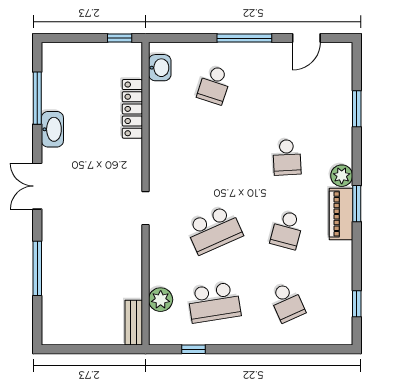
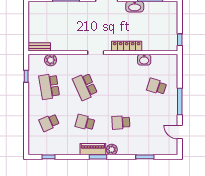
washbasin: (160, 68) -> (144, 60), moved
locker: (132, 109) -> (127, 46), moved

